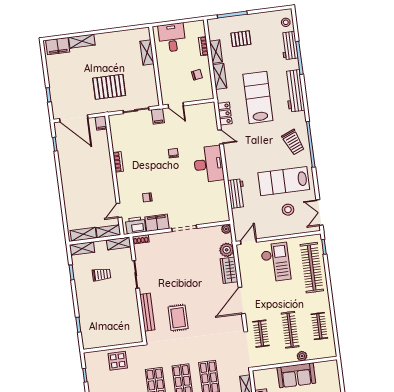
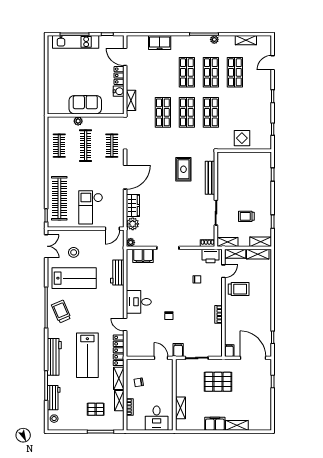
filing cabinet: (58, 46) -> (215, 424), moved
locker: (225, 114) -> (119, 350), width x1.53
desk: (209, 164) -> (139, 302), width x0.73
trolley: (99, 193) -> (239, 289), added
filing cabinet: (157, 223) -> (143, 256), moved

